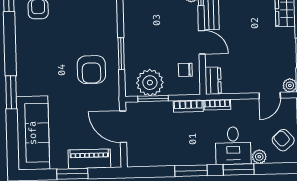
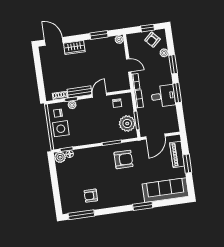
dresser: (213, 81) -> (122, 86), removed
door: (270, 95) -> (129, 65), moved
desk: (233, 146) -> (163, 96), moved

